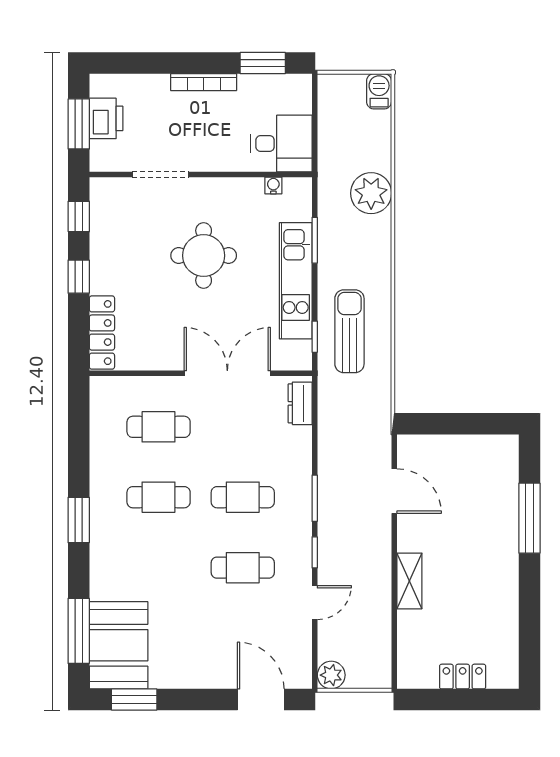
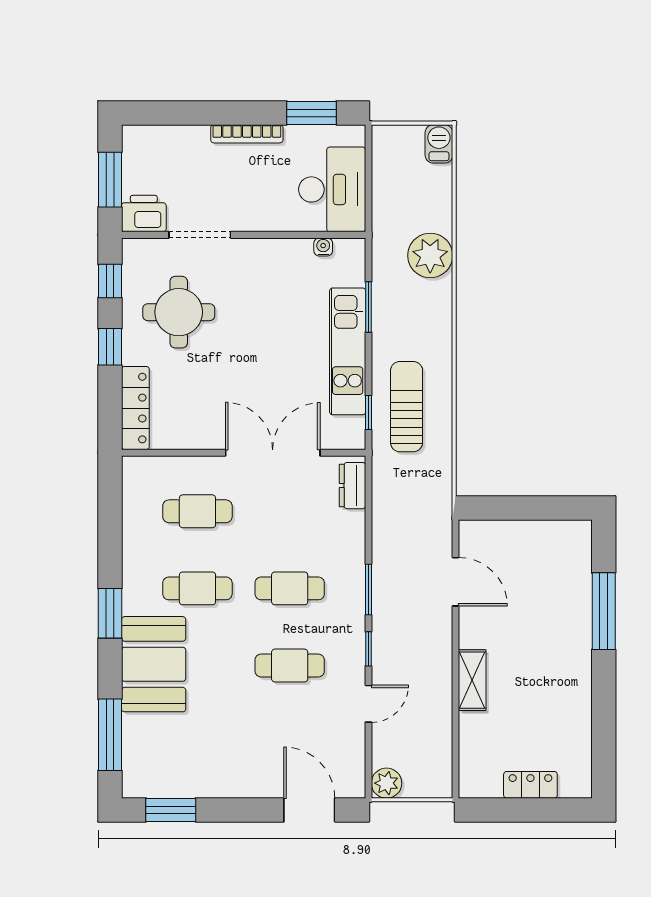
printer: (106, 118) -> (144, 214), moved, turned -90
desk: (282, 143) -> (332, 189), width x1.37
round table: (204, 256) -> (179, 312), moved
booth: (119, 645) -> (154, 664), moved

